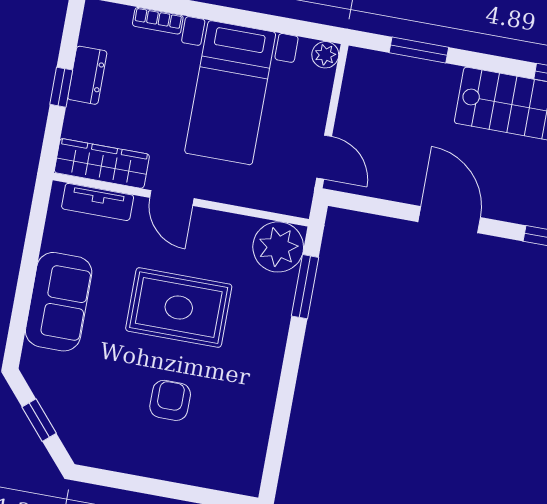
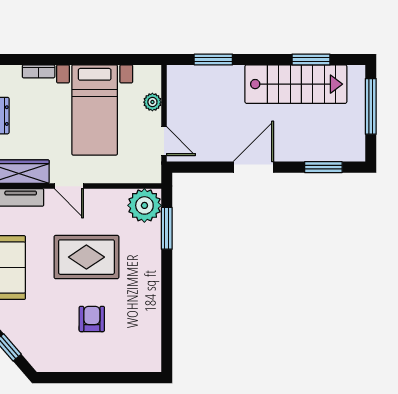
plant: (325, 55) -> (152, 102), moved
door: (449, 220) -> (253, 167), hinge flipped

